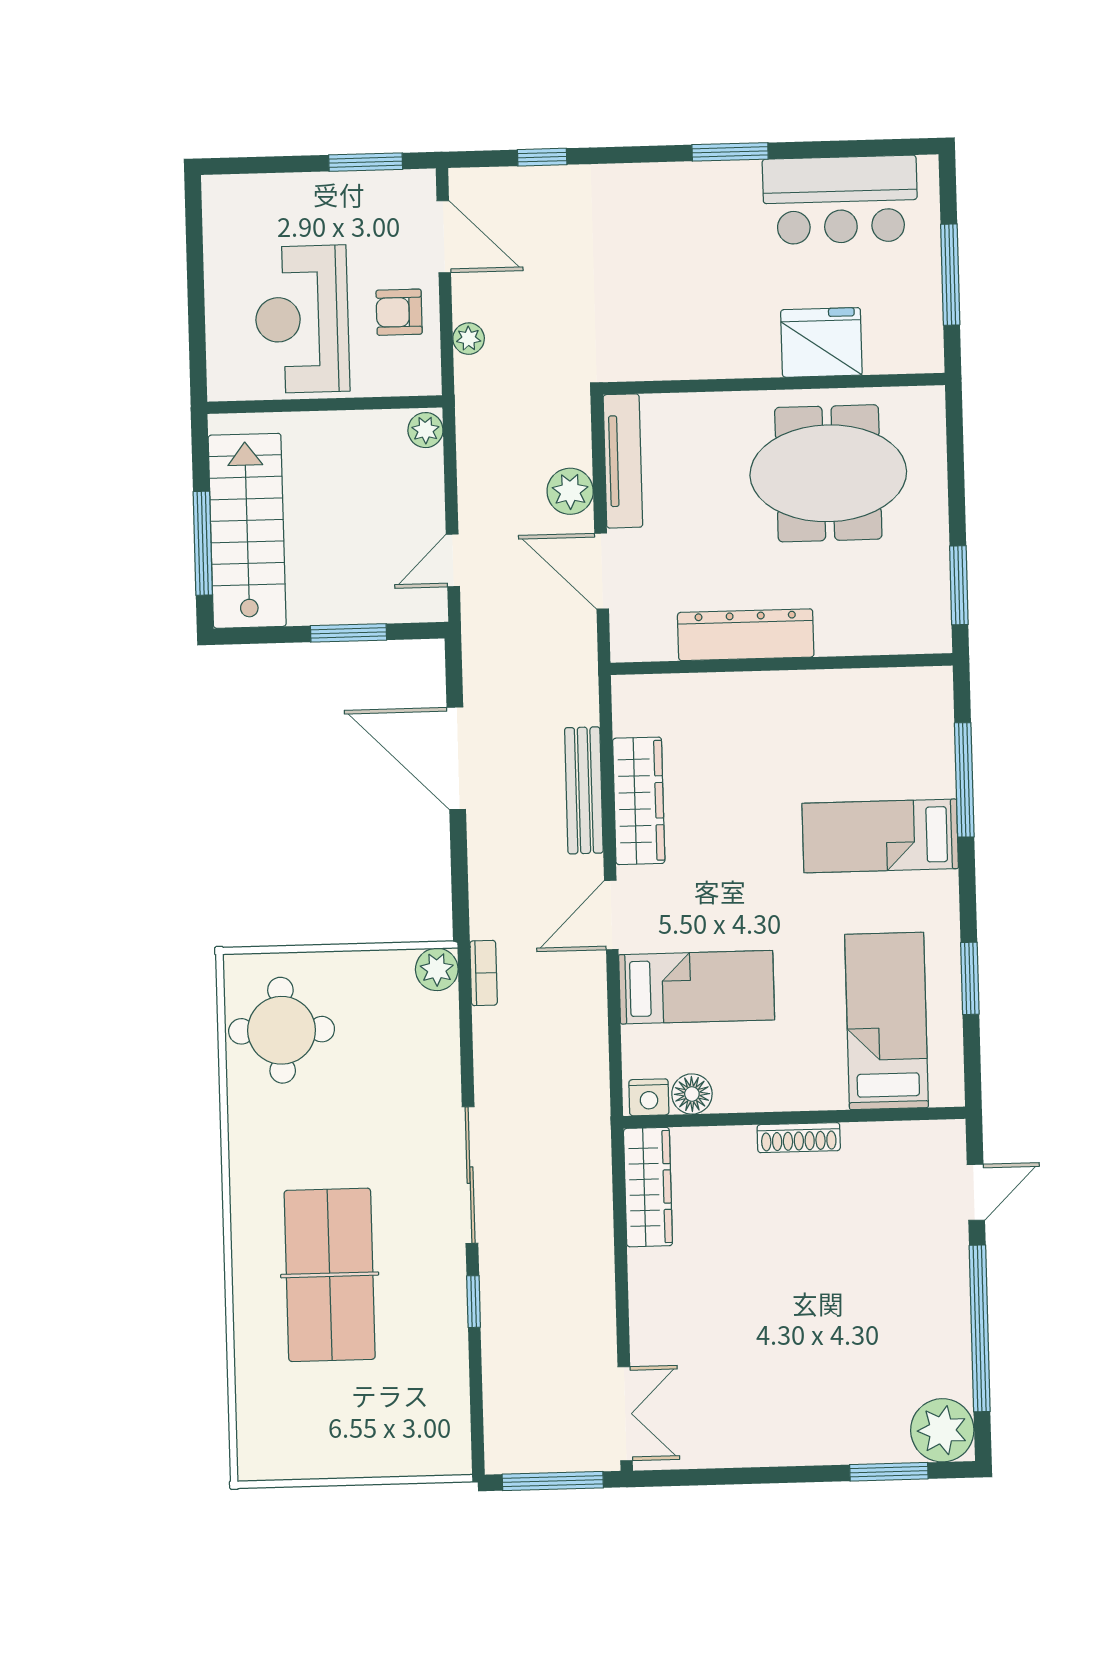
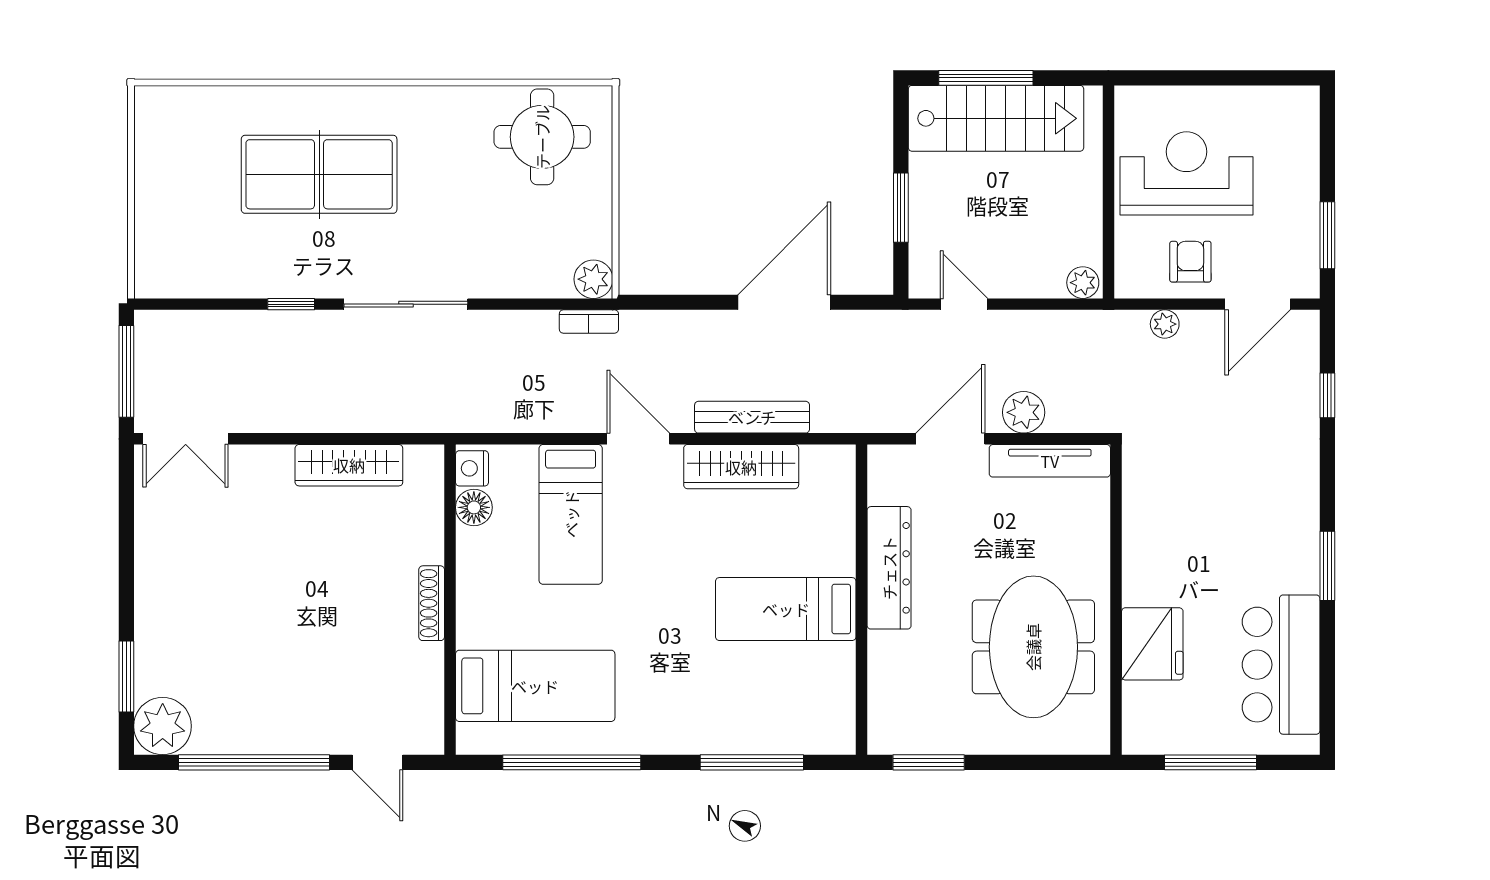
bed: (880, 836) -> (786, 609), moved, turned -90
window: (970, 978) -> (572, 762), width x2.11
wardrobe: (648, 1187) -> (349, 465), moved

